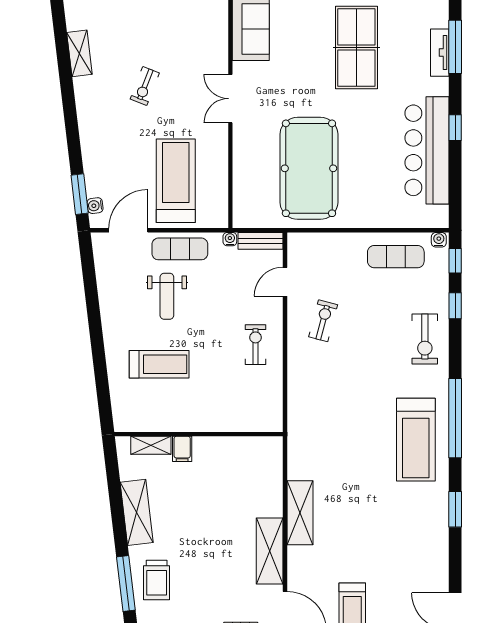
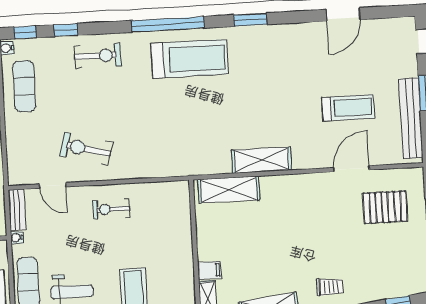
exercise bike: (323, 321) -> (86, 149), width x1.38, depth x1.39
shelving: (270, 551) -> (229, 190), moved
trolley: (157, 580) -> (330, 287), width x0.73, depth x0.72

